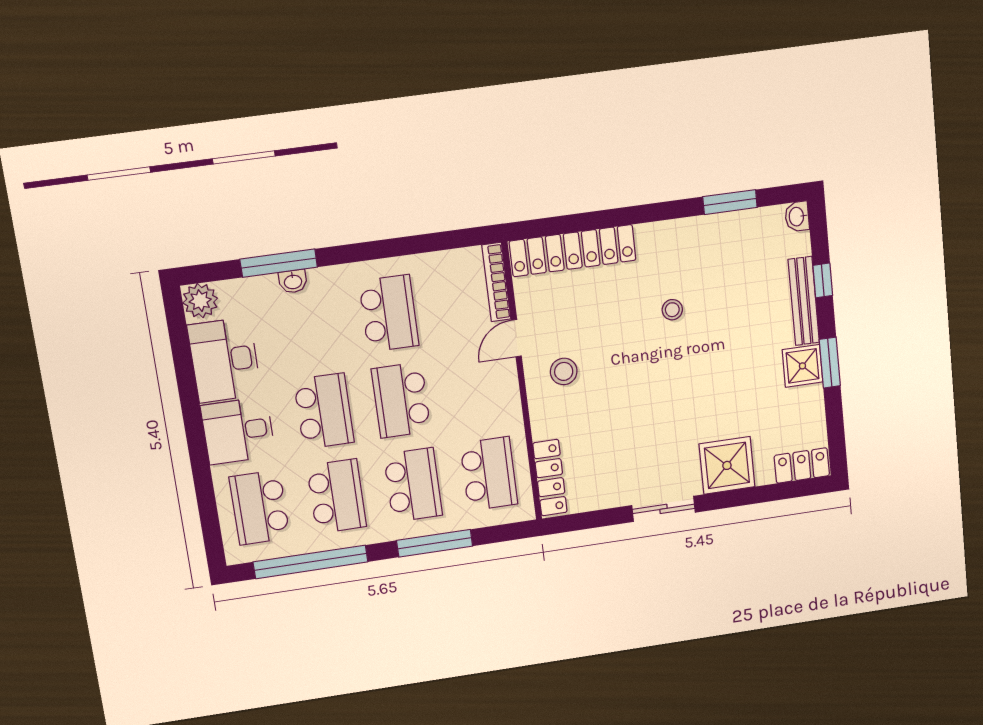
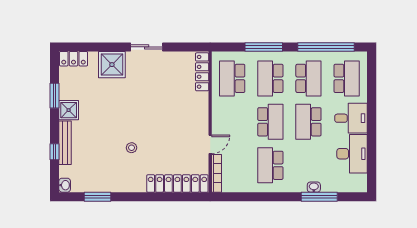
plant: (200, 301) -> (359, 184), removed
window: (830, 363) -> (54, 96), moved
stool: (564, 371) -> (189, 125), removed
school desk: (337, 496) -> (308, 78), turned 180

